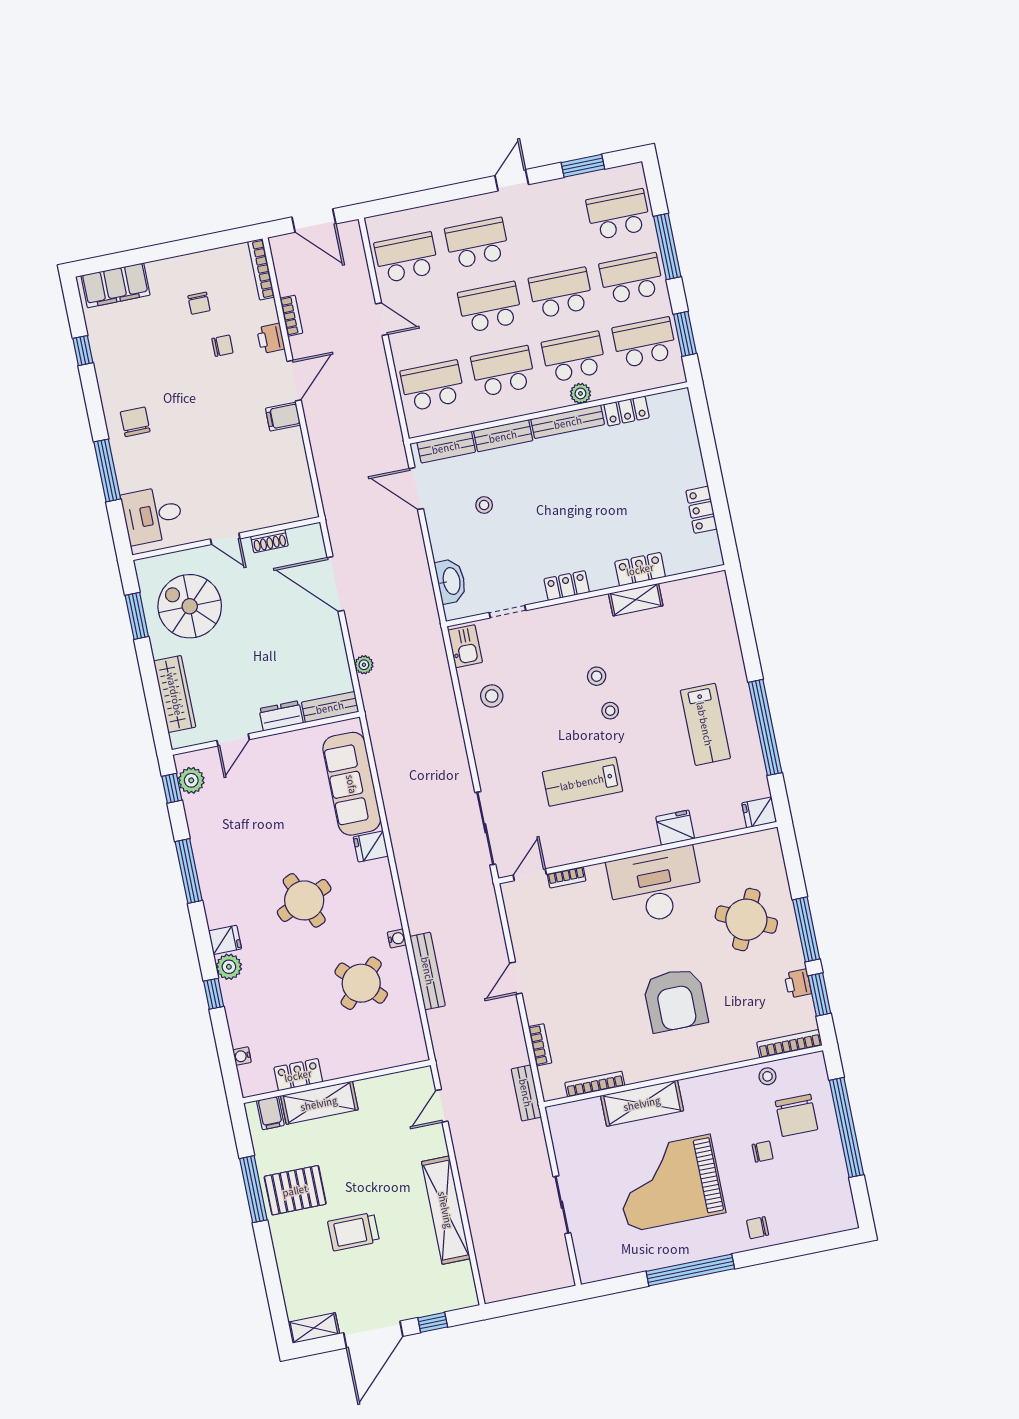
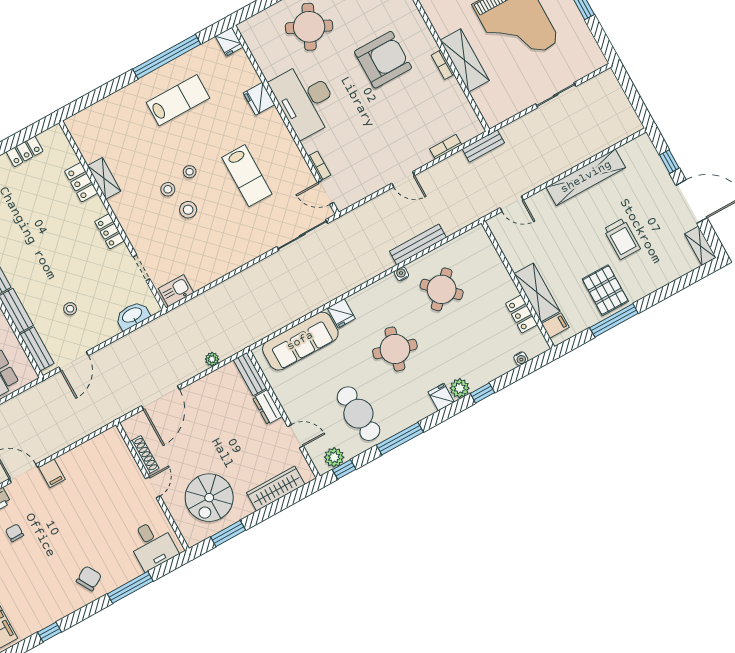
chair: (135, 422) -> (89, 578), turned 150
shoe rack: (269, 541) -> (144, 455), width x1.43
stool: (492, 696) -> (188, 210), moved
cafe table: (237, 829) -> (358, 414), added
round table: (304, 900) -> (395, 349), turned 38
bookcase: (595, 1084) -> (443, 65), moved, width x0.64

